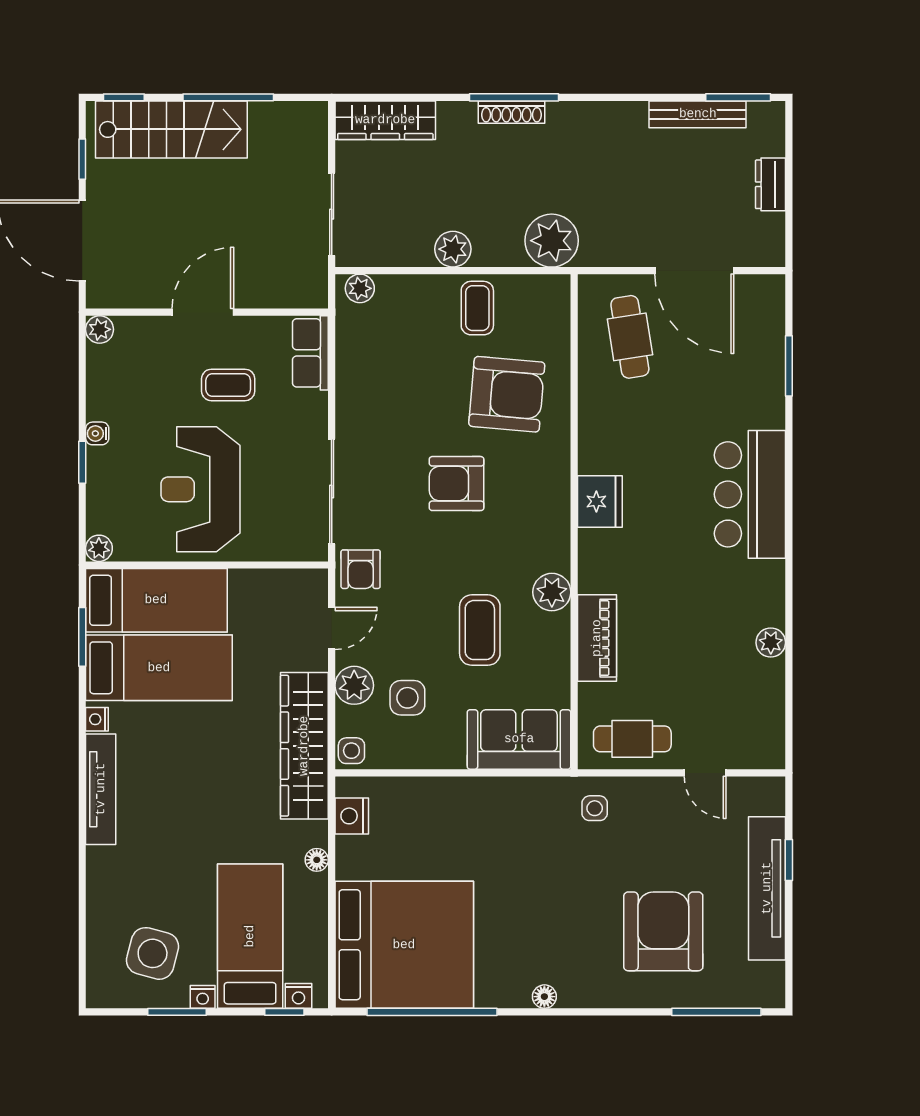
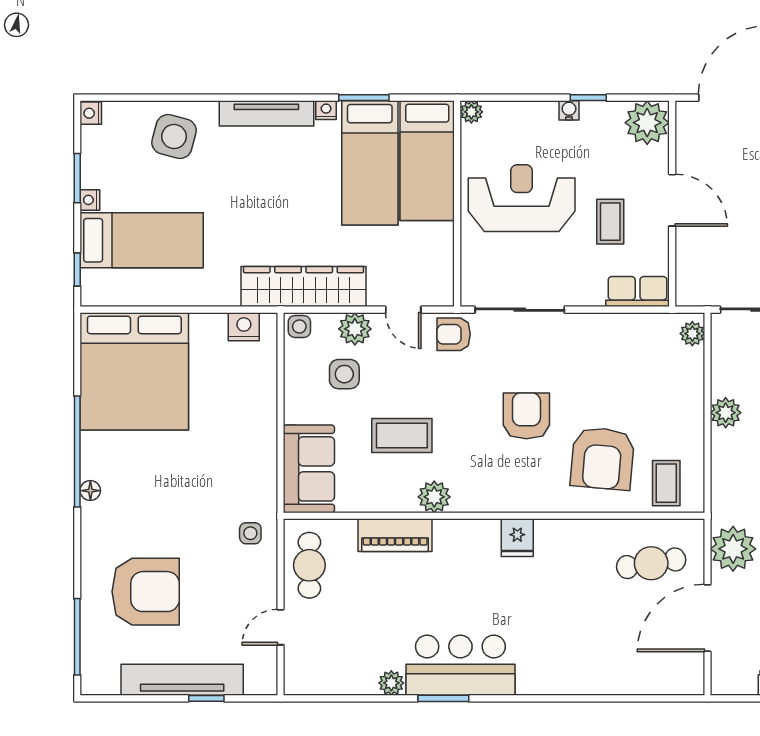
plant: (552, 241) -> (733, 549), moved
coffee table: (477, 308) -> (666, 483), moved, turned 90
plant: (100, 329) -> (647, 123), width x1.87, depth x1.87
window: (789, 366) -> (443, 698), moved
window: (82, 462) -> (588, 98), moved
bar counter: (750, 494) -> (460, 665), moved
fridge: (600, 501) -> (517, 538), width x0.72
window: (82, 637) -> (364, 98), moved
floor lamp: (317, 860) -> (206, 297), removed
side table: (153, 953) -> (174, 137), moved
nightstand: (299, 996) -> (91, 113), moved
window: (432, 1012) -> (77, 451), moved

